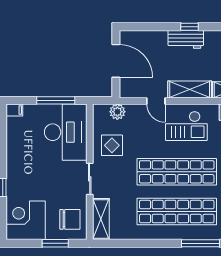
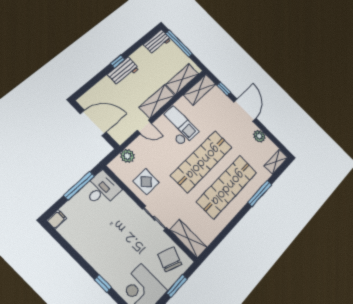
checkout: (186, 126) -> (178, 126), turned -90
desk: (66, 132) -> (102, 189), width x0.53, depth x0.77
chair: (70, 219) -> (170, 259), turned -69

